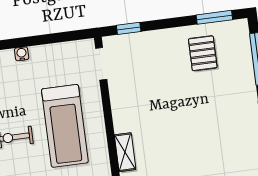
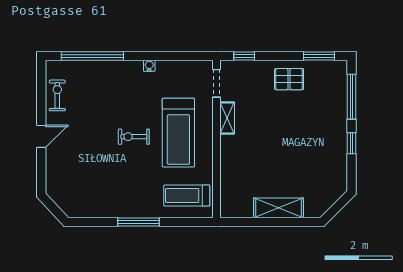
pallet: (203, 53) -> (289, 79), moved, turned 90
shelving: (125, 152) -> (227, 118), moved

